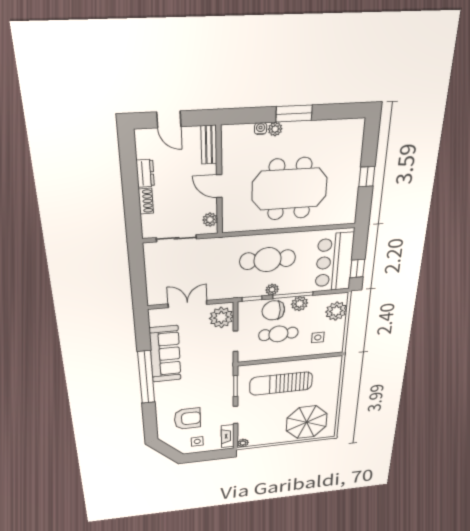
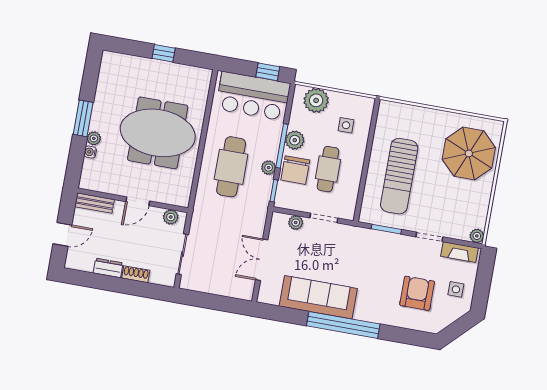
meeting table: (290, 189) -> (158, 133), turned 90
plant: (221, 317) -> (296, 223), width x0.53, depth x0.53

